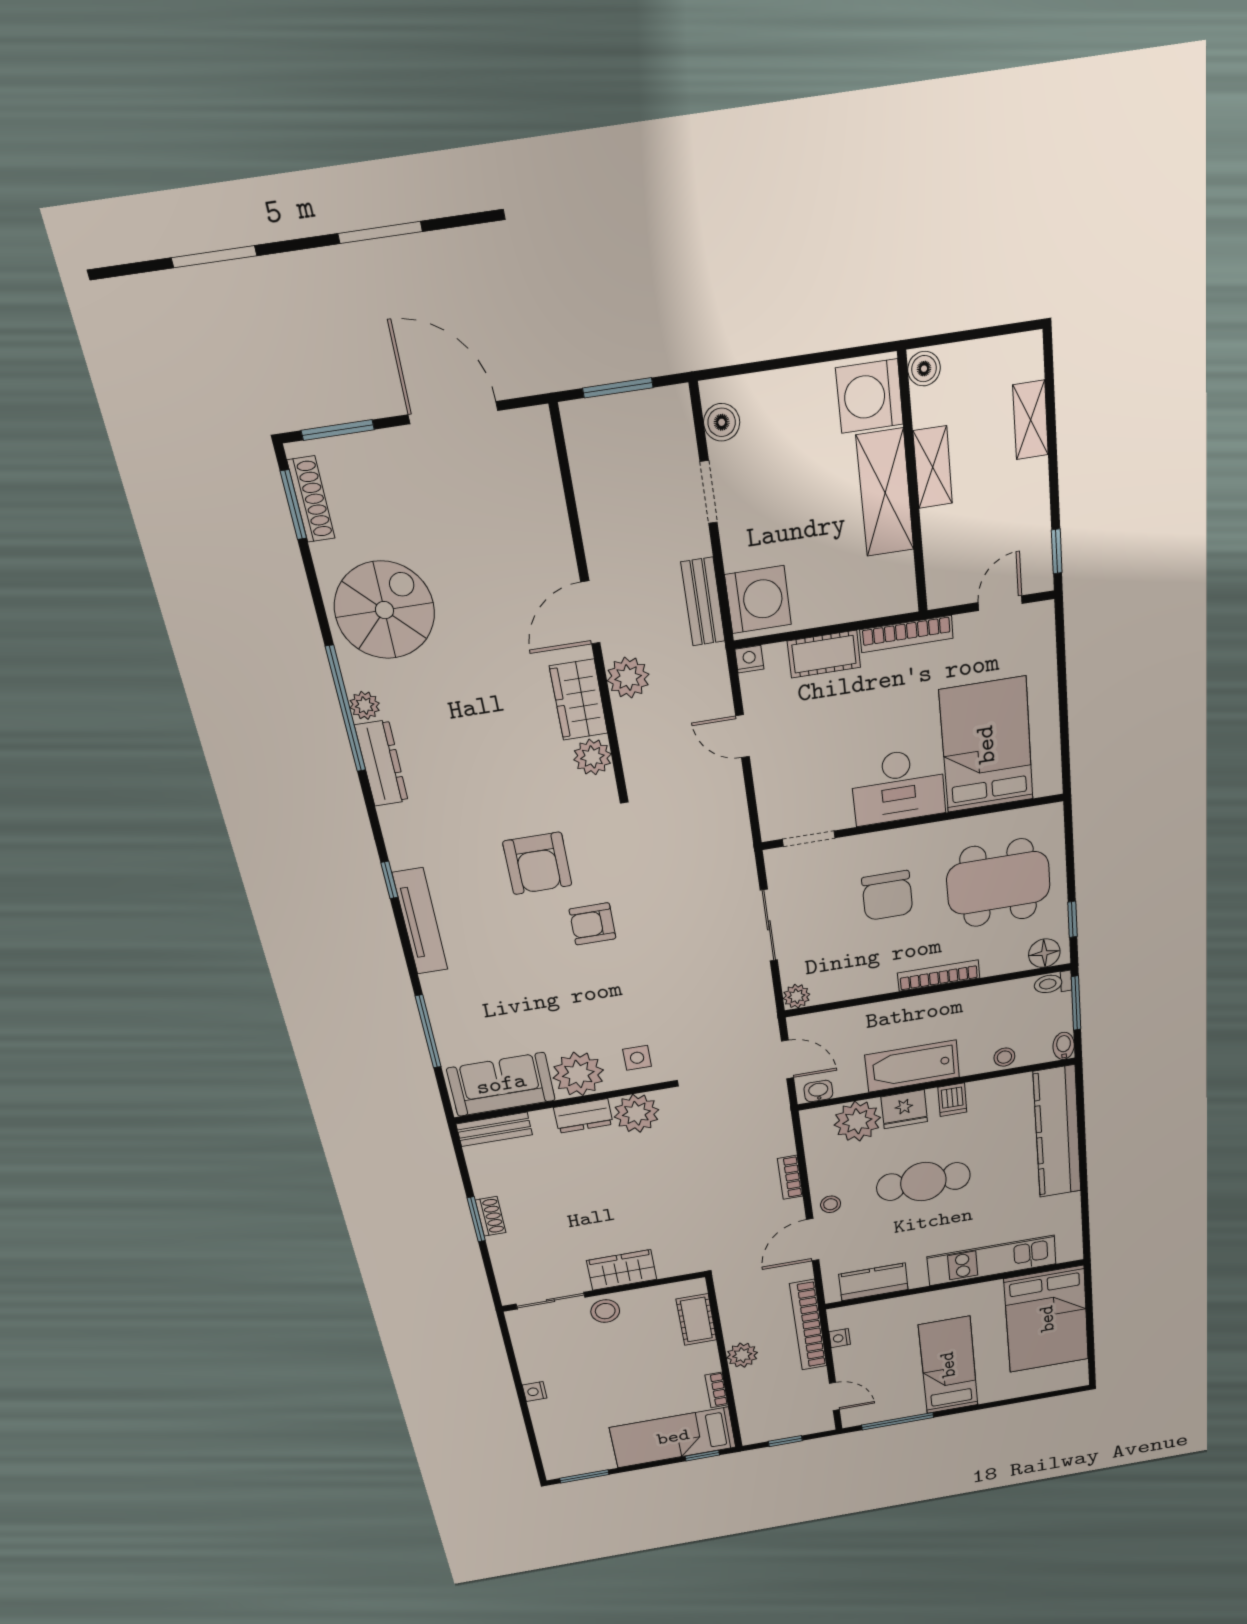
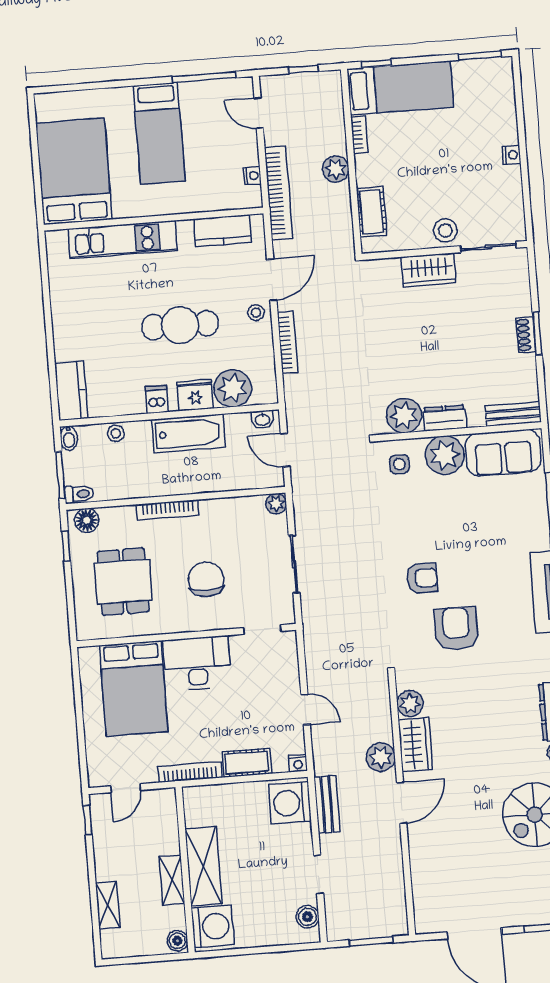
dining table: (998, 883) -> (123, 582), width x0.73
kitchen counter: (1057, 1132) -> (71, 391), width x0.48, depth x0.86
bookcase: (790, 1177) -> (288, 342), width x1.56

